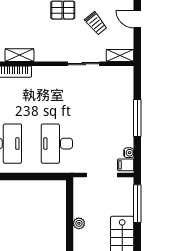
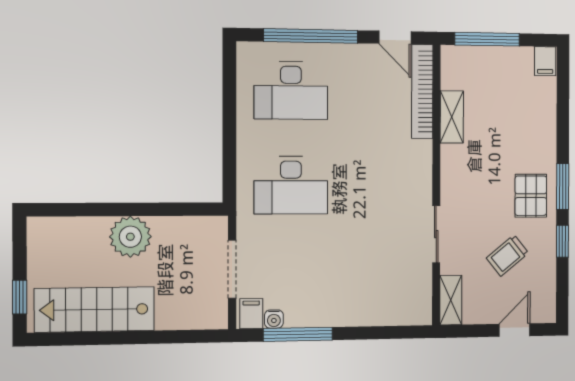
window: (137, 118) -> (298, 334), moved
desk: (57, 144) -> (291, 185), turned 180
window: (137, 204) -> (178, 337), removed
plant: (79, 223) -> (130, 237), width x1.87, depth x1.87

